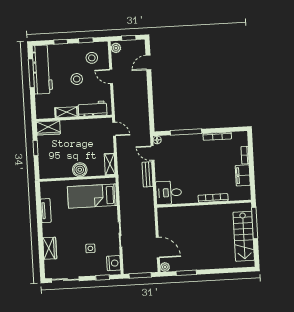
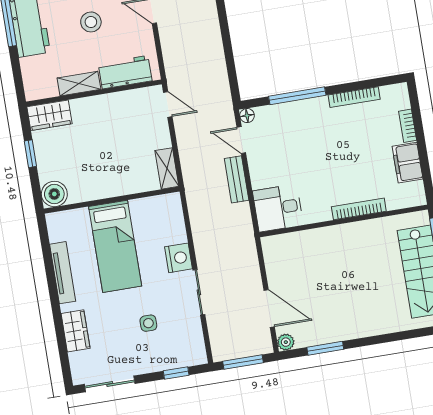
boiler: (80, 170) -> (54, 194), moved
bed: (92, 196) -> (115, 246), moved, turned -90
tv unit: (46, 211) -> (63, 273), width x1.41
nightstand: (114, 263) -> (179, 258), moved

